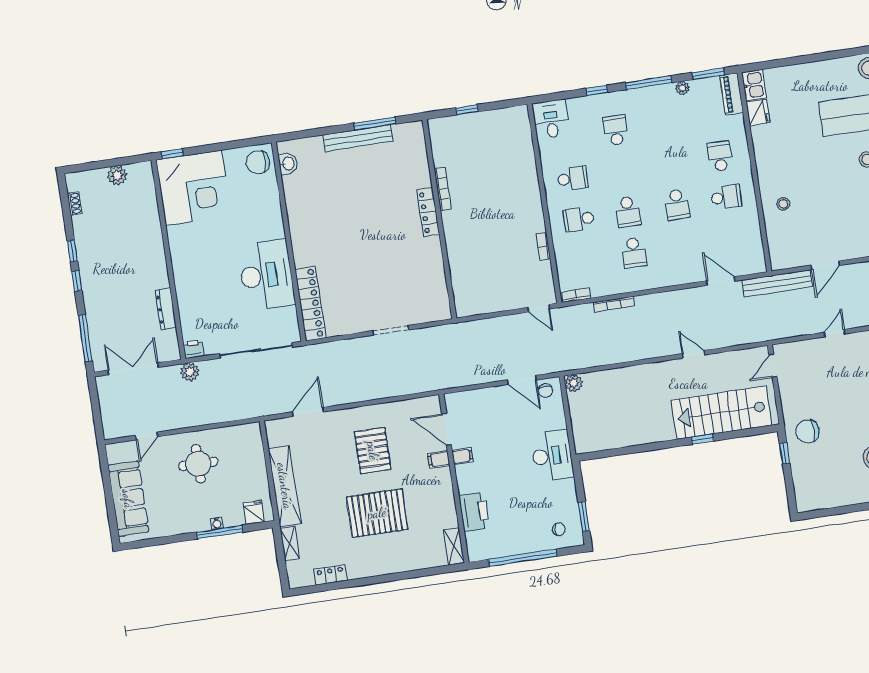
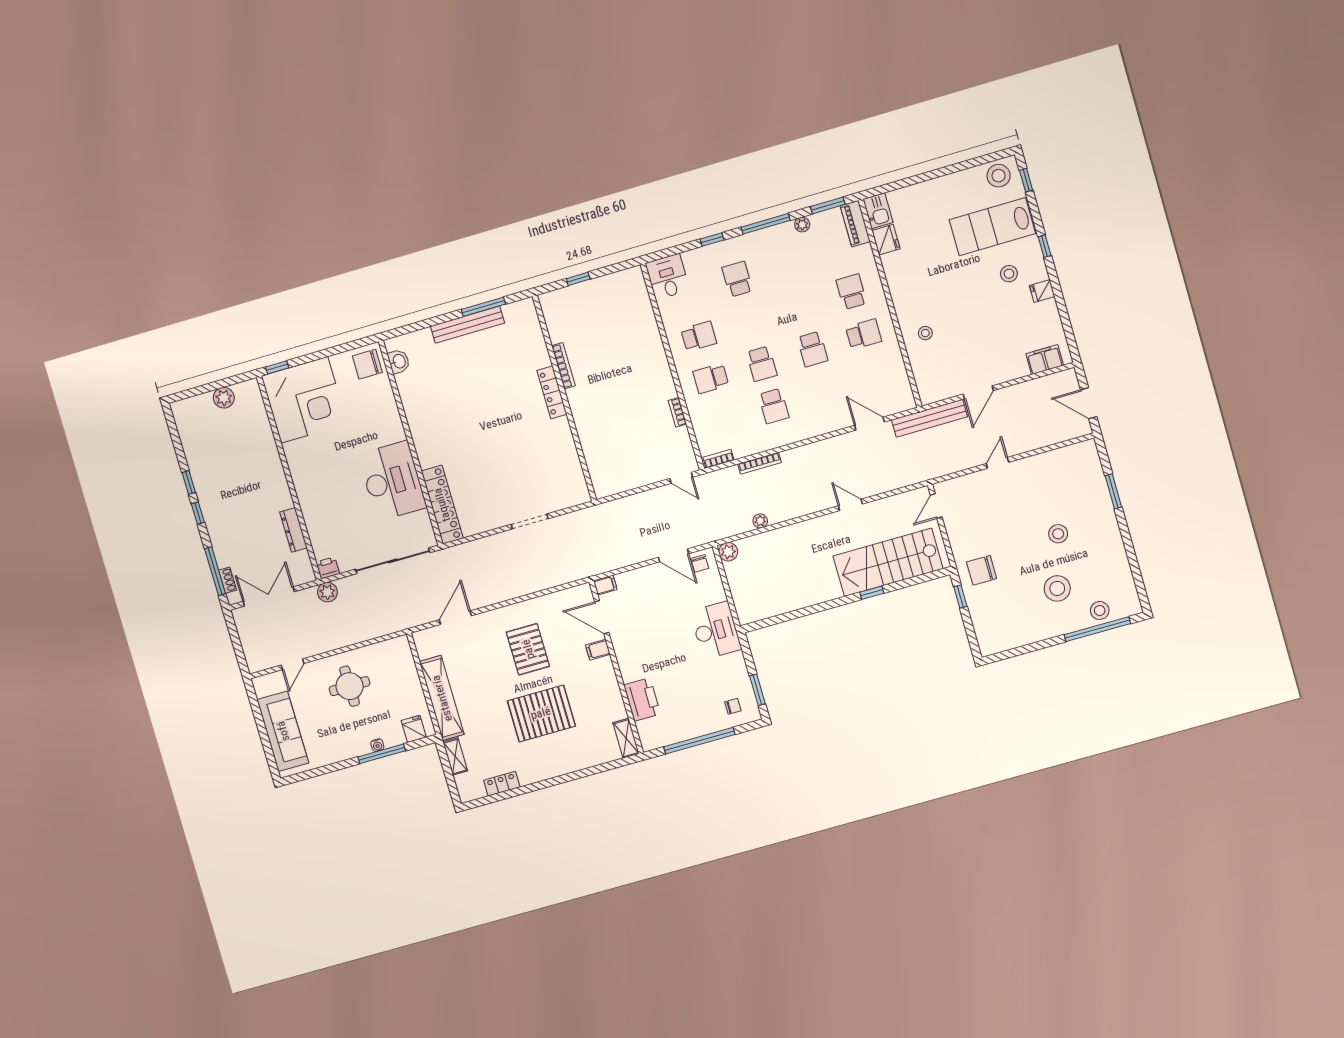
shoe rack: (74, 204) -> (228, 580), moved
plant: (607, 358) -> (760, 521), added
filing cabinet: (462, 456) -> (605, 585), moved

